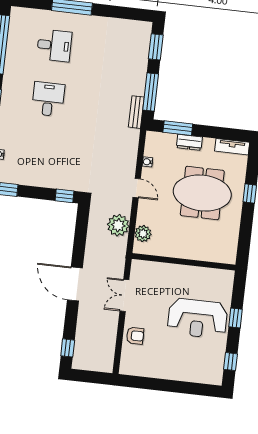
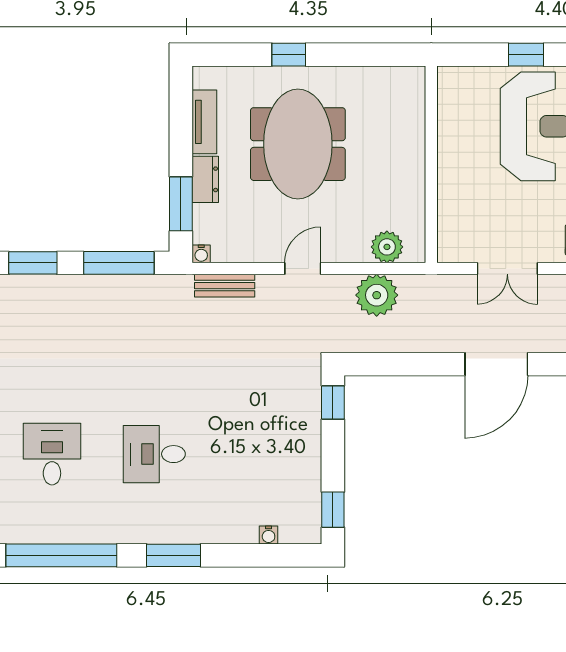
bench: (136, 112) -> (225, 286), moved
tv unit: (232, 147) -> (204, 122), moved
water cooler: (147, 162) -> (201, 254), moved

